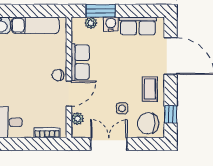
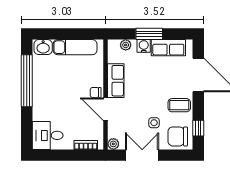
window: (101, 11) -> (149, 34), moved
coffee table: (150, 89) -> (179, 105), turned 90
door: (69, 94) -> (106, 109), swing flipped
plant: (77, 119) -> (113, 144), moved

